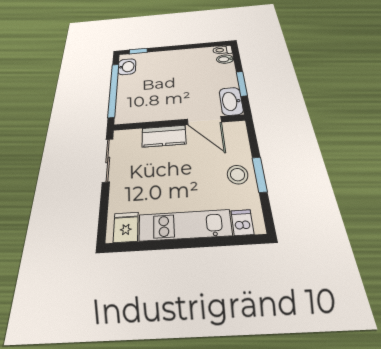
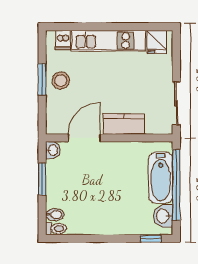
bathtub: (128, 94) -> (161, 178), added
washbasin: (231, 101) -> (53, 150), width x0.52, depth x0.69
door: (204, 121) -> (84, 138), hinge flipped

